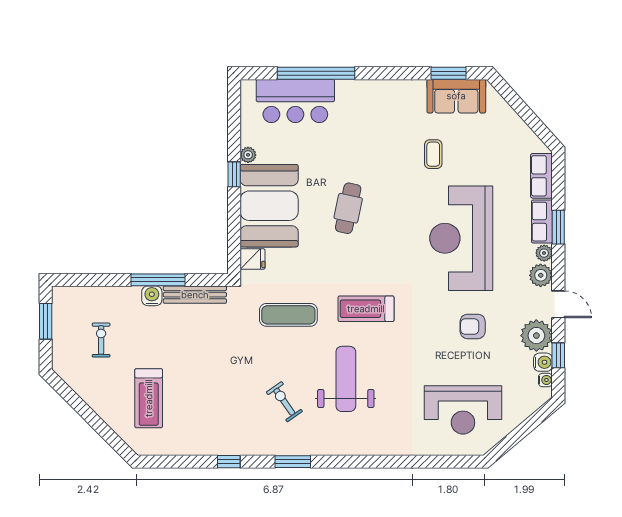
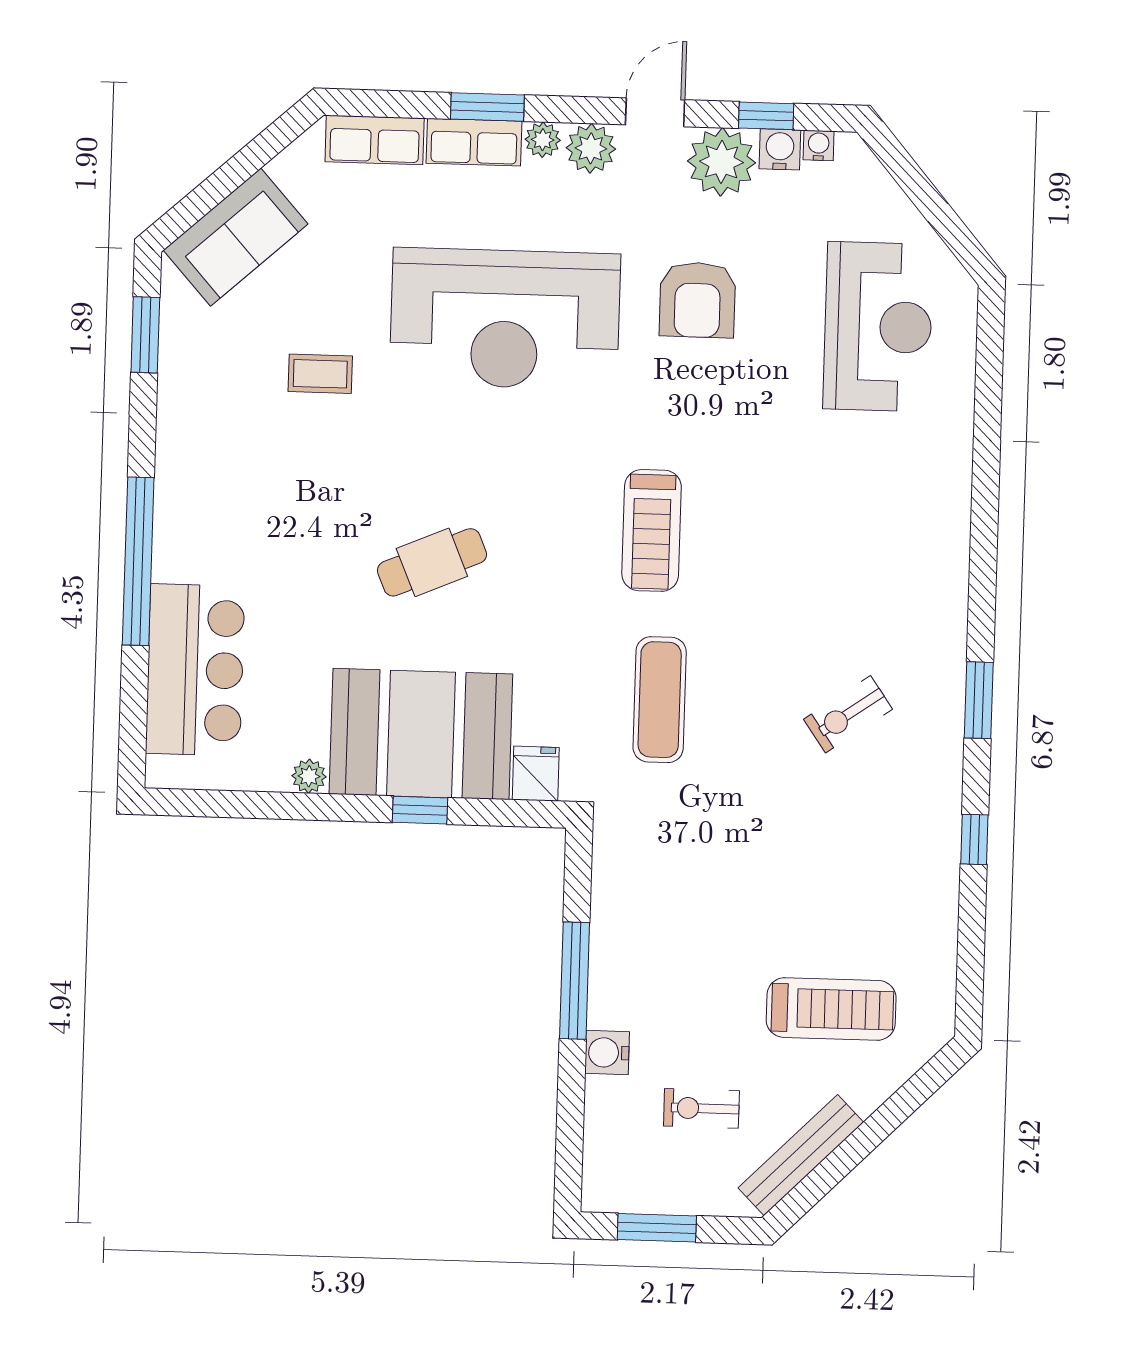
window: (316, 73) -> (138, 561), moved
sofa: (456, 96) -> (236, 237), moved, turned 48
window: (234, 174) -> (420, 810), moved
cafe table: (348, 208) -> (432, 562), turned -35
bench: (195, 295) -> (801, 1155), moved, turned 45
water cooler: (152, 296) -> (607, 1053), moved
armchair: (473, 326) -> (697, 300), width x1.38, depth x1.38
weight bench: (346, 379) -> (803, 579), removed

